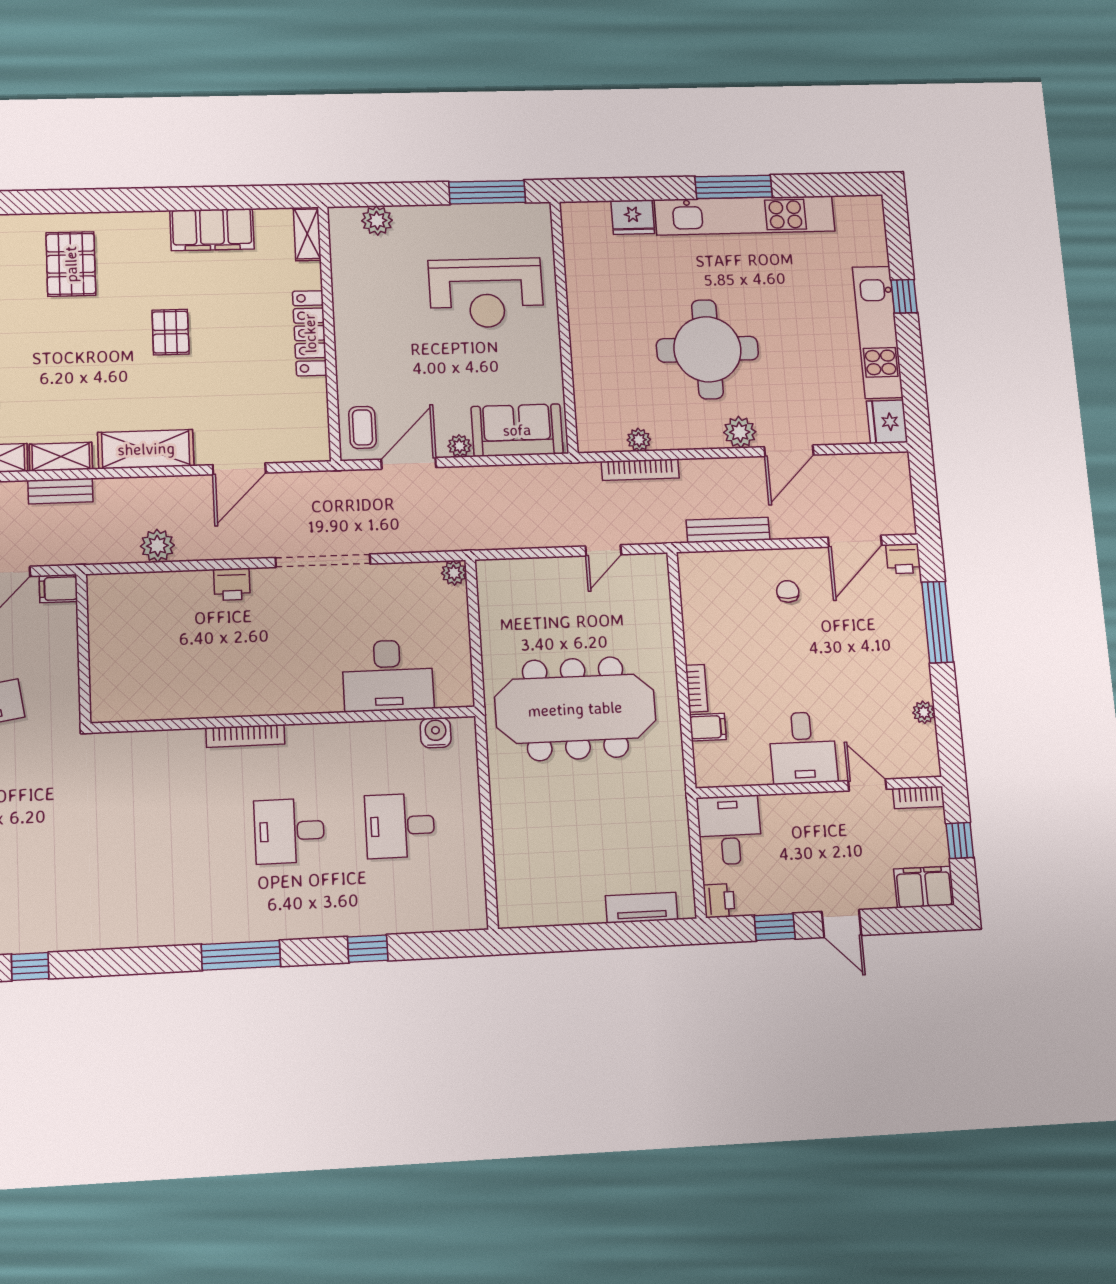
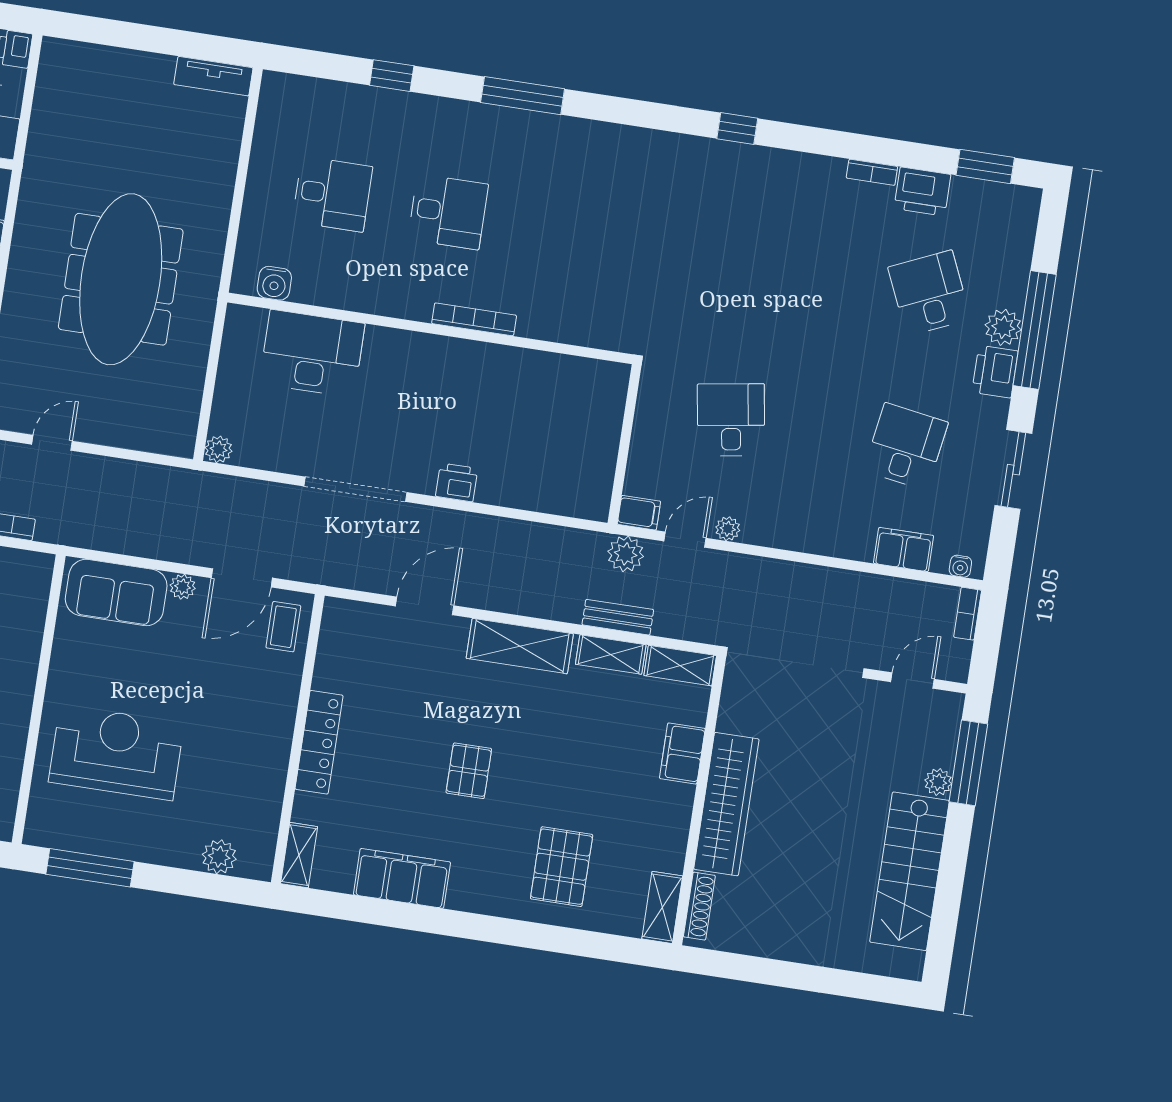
plant: (157, 546) -> (626, 554), moved
meeting table: (575, 709) -> (121, 279), turned 90
tv unit: (642, 908) -> (213, 76), moved

